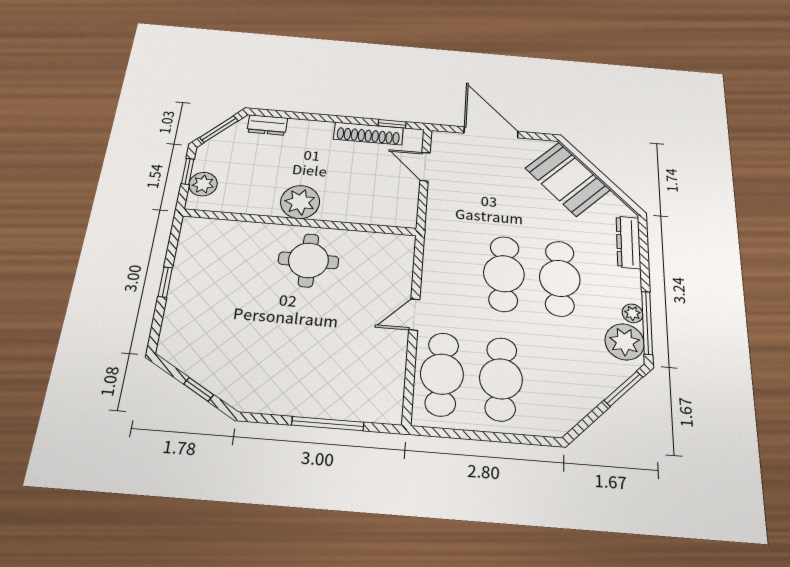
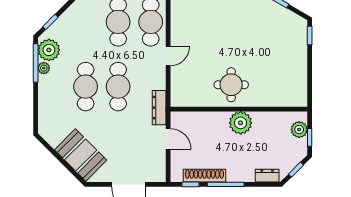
window: (336, 119) -> (226, 184), added
window: (219, 129) -> (296, 170), width x0.67
door: (425, 167) -> (168, 139), moved
dresser: (628, 242) -> (159, 108), moved, turned 180
window: (165, 282) -> (310, 36), moved
window: (624, 389) -> (50, 22), width x0.67

